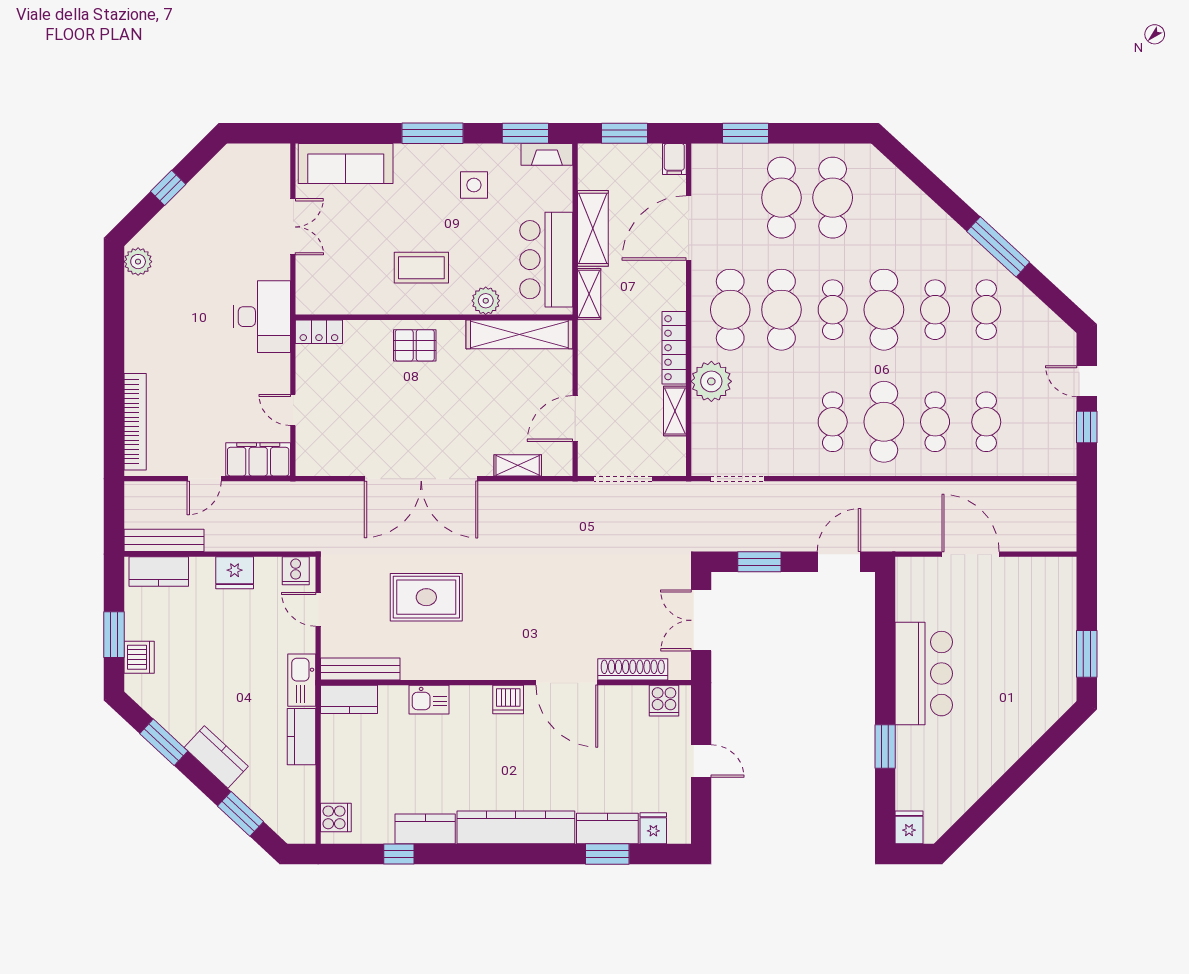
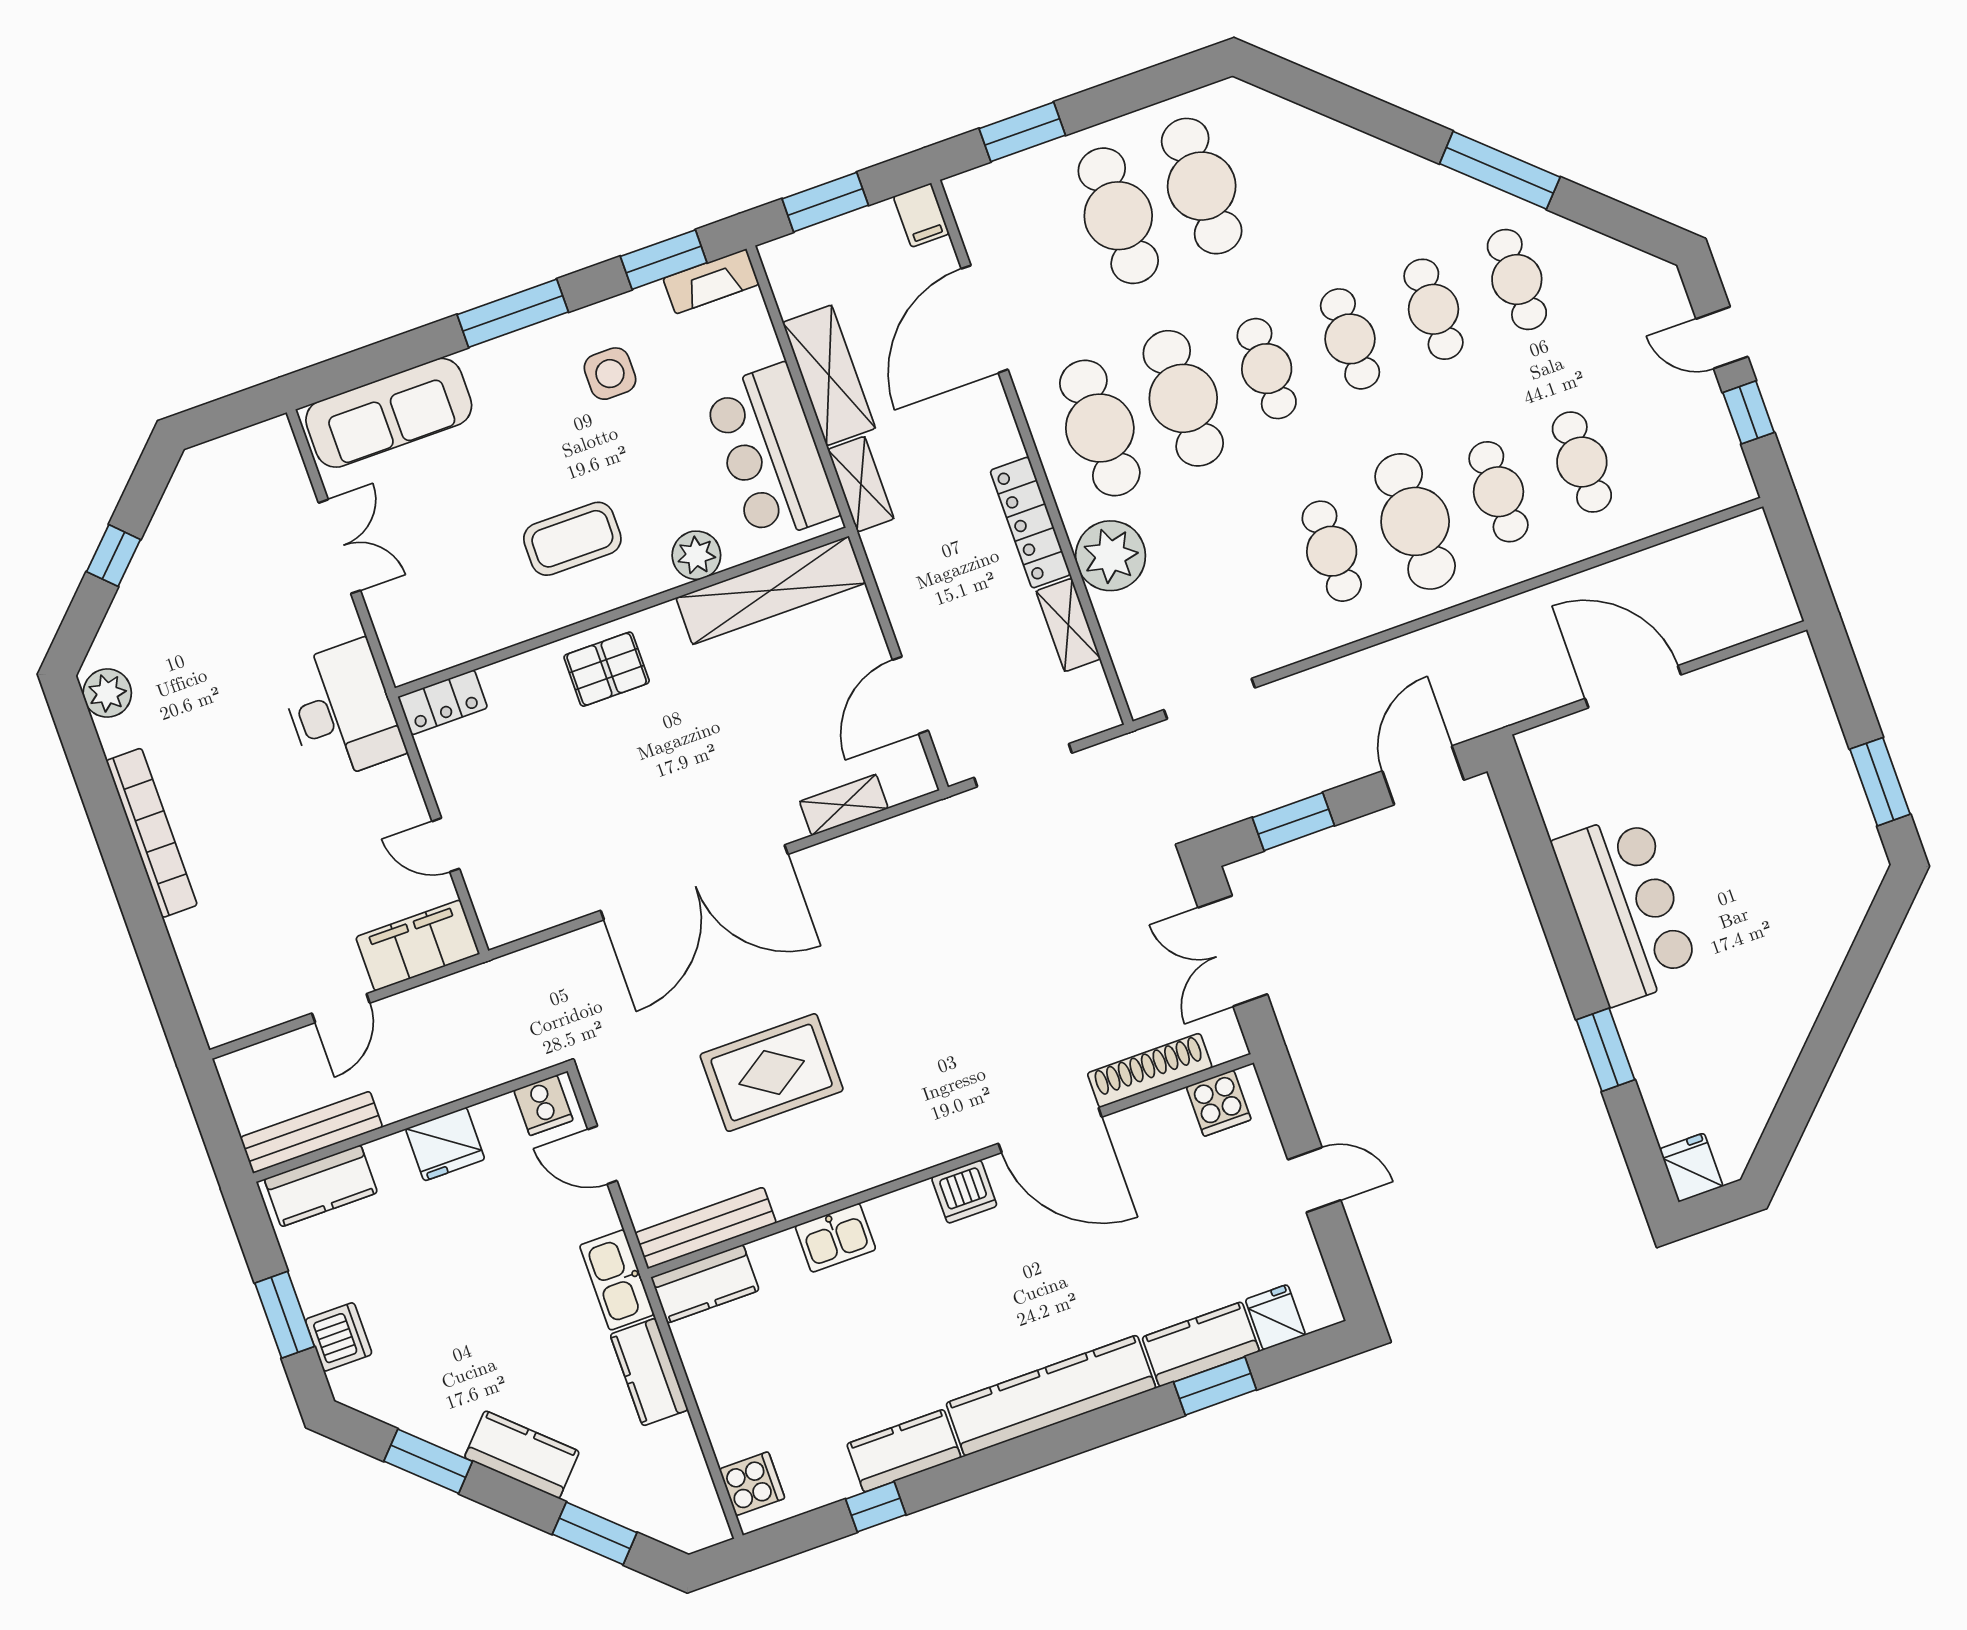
cafe table: (884, 310) -> (1350, 339), width x0.73, depth x0.74
bookcase: (135, 422) -> (152, 833), moved

